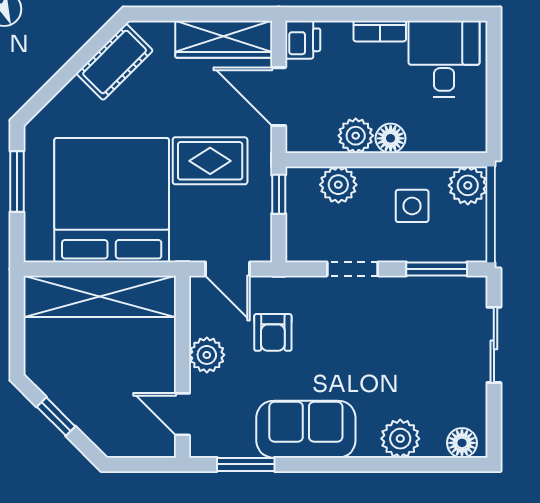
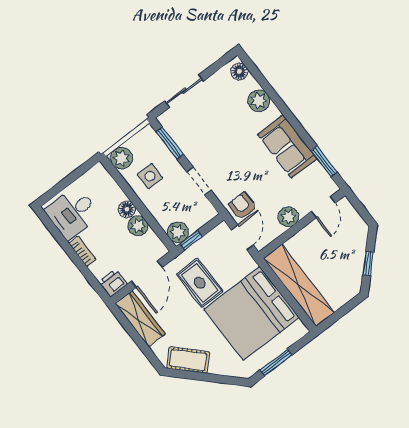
plant: (338, 185) -> (178, 232), moved
armchair: (273, 332) -> (242, 206), moved, turned -90

